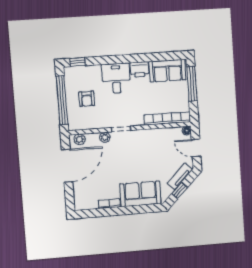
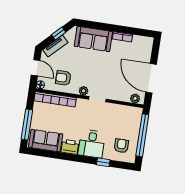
window: (78, 62) -> (103, 162), moved
armchair: (87, 99) -> (121, 146), moved
plant: (105, 137) -> (84, 91), moved
armchair: (164, 144) -> (63, 78), added
door: (67, 166) -> (151, 78), hinge flipped

